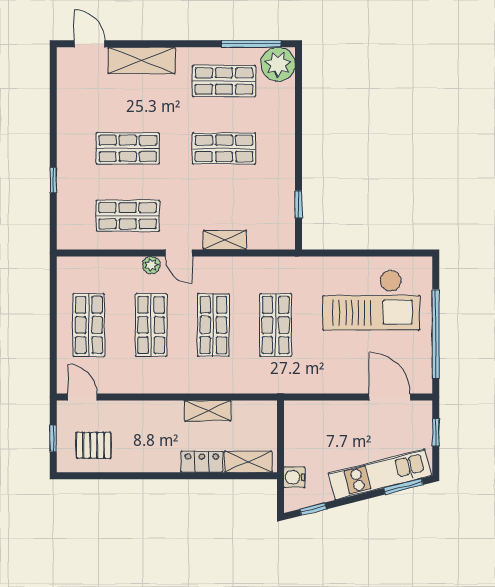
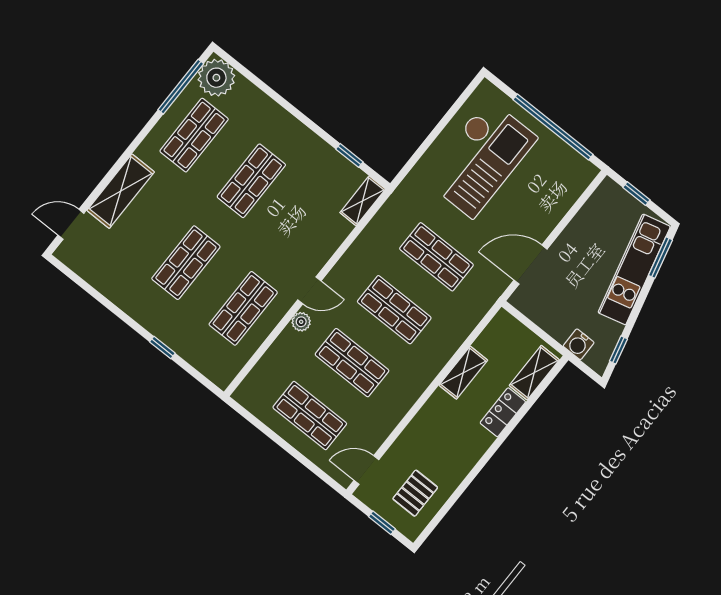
shelving: (225, 240) -> (363, 201), moved
door: (390, 397) -> (530, 265), moved

